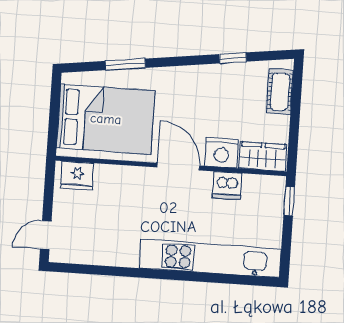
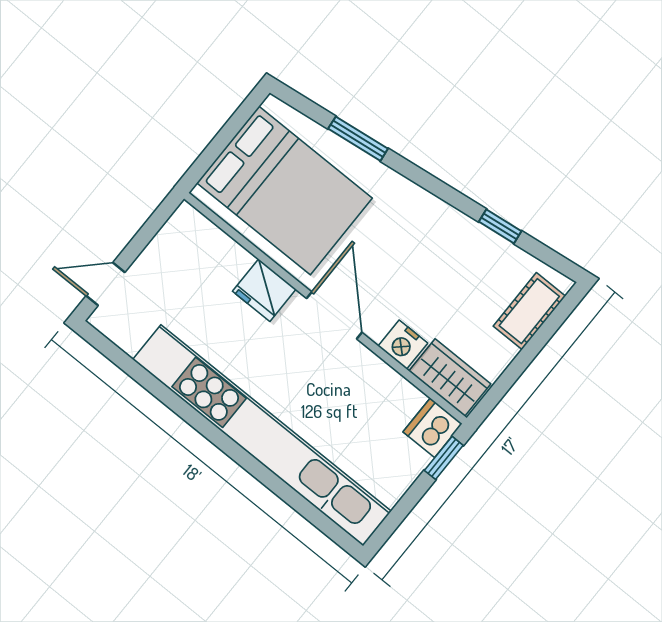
nightstand: (221, 153) -> (403, 345), width x0.74, depth x0.75
fridge: (77, 176) -> (264, 290), moved
dishwasher: (227, 185) -> (433, 428), moved, turned 90
kitchen unit: (210, 259) -> (262, 435), width x1.36

